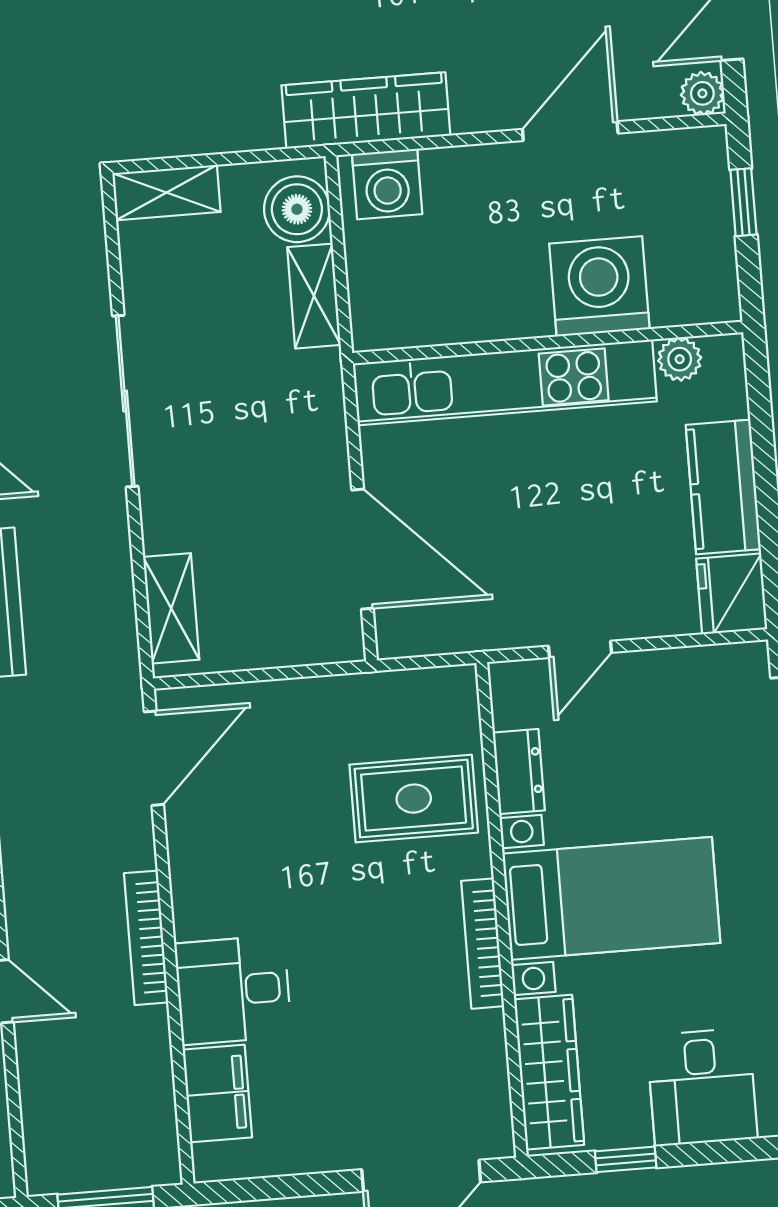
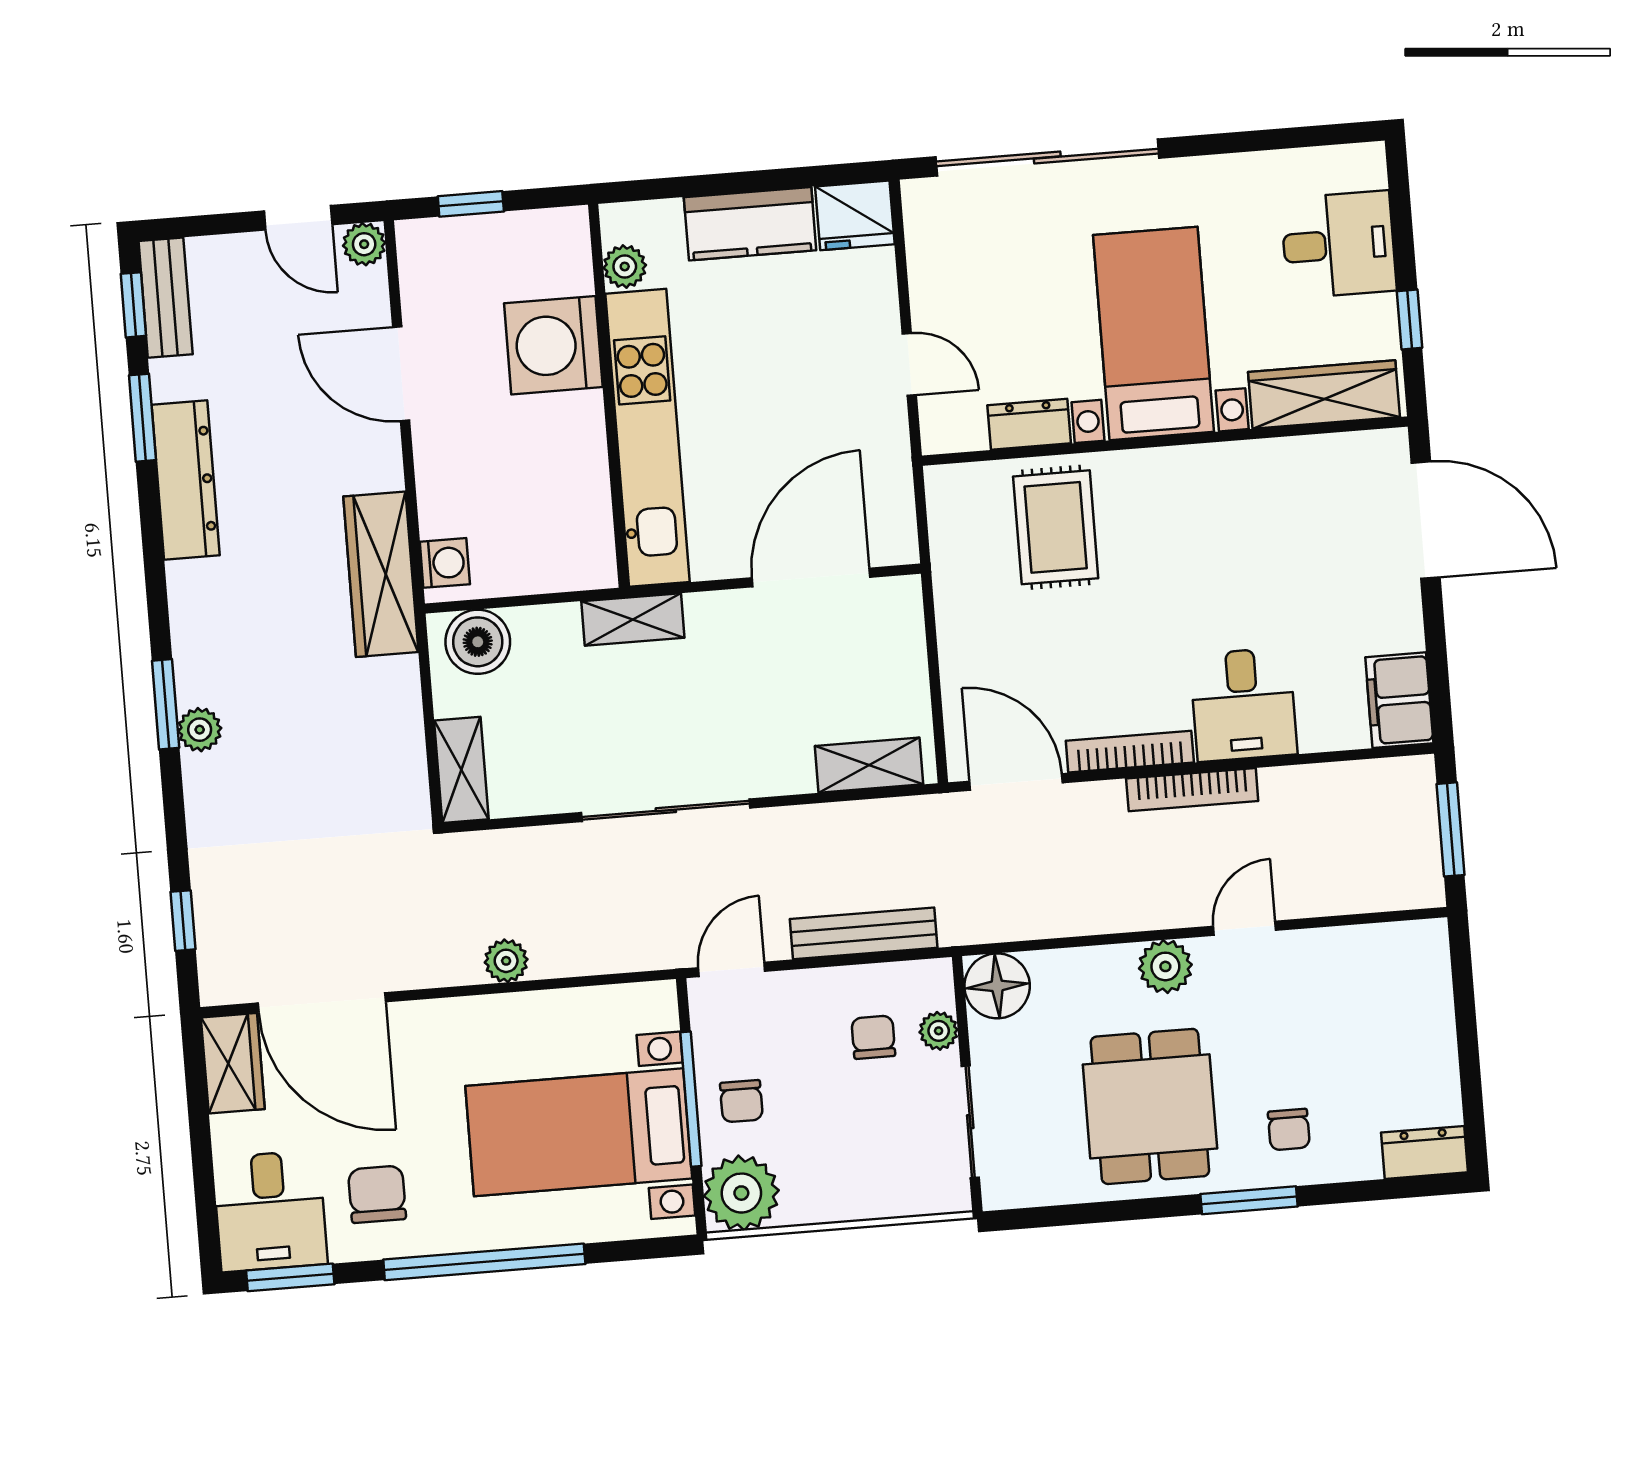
washing machine: (387, 184) -> (445, 563), width x0.73, depth x0.73
shelving: (314, 296) -> (633, 619), moved
bookcase: (483, 944) -> (1130, 752), moved, turned 180
filing cabinet: (217, 1093) -> (1399, 700), moved, turned -90

